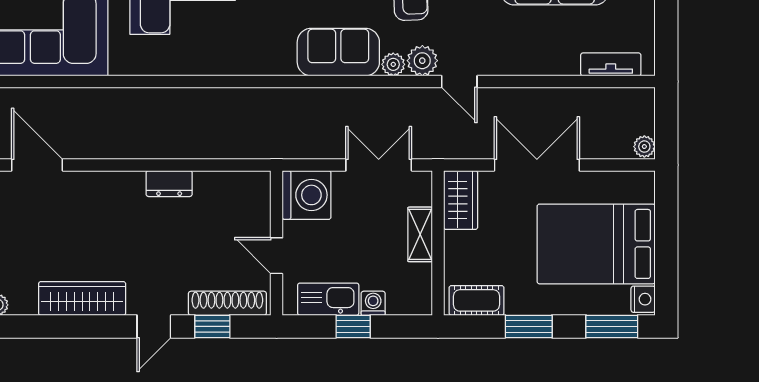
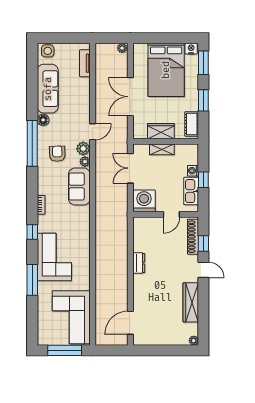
wardrobe: (461, 200) -> (161, 131), moved

